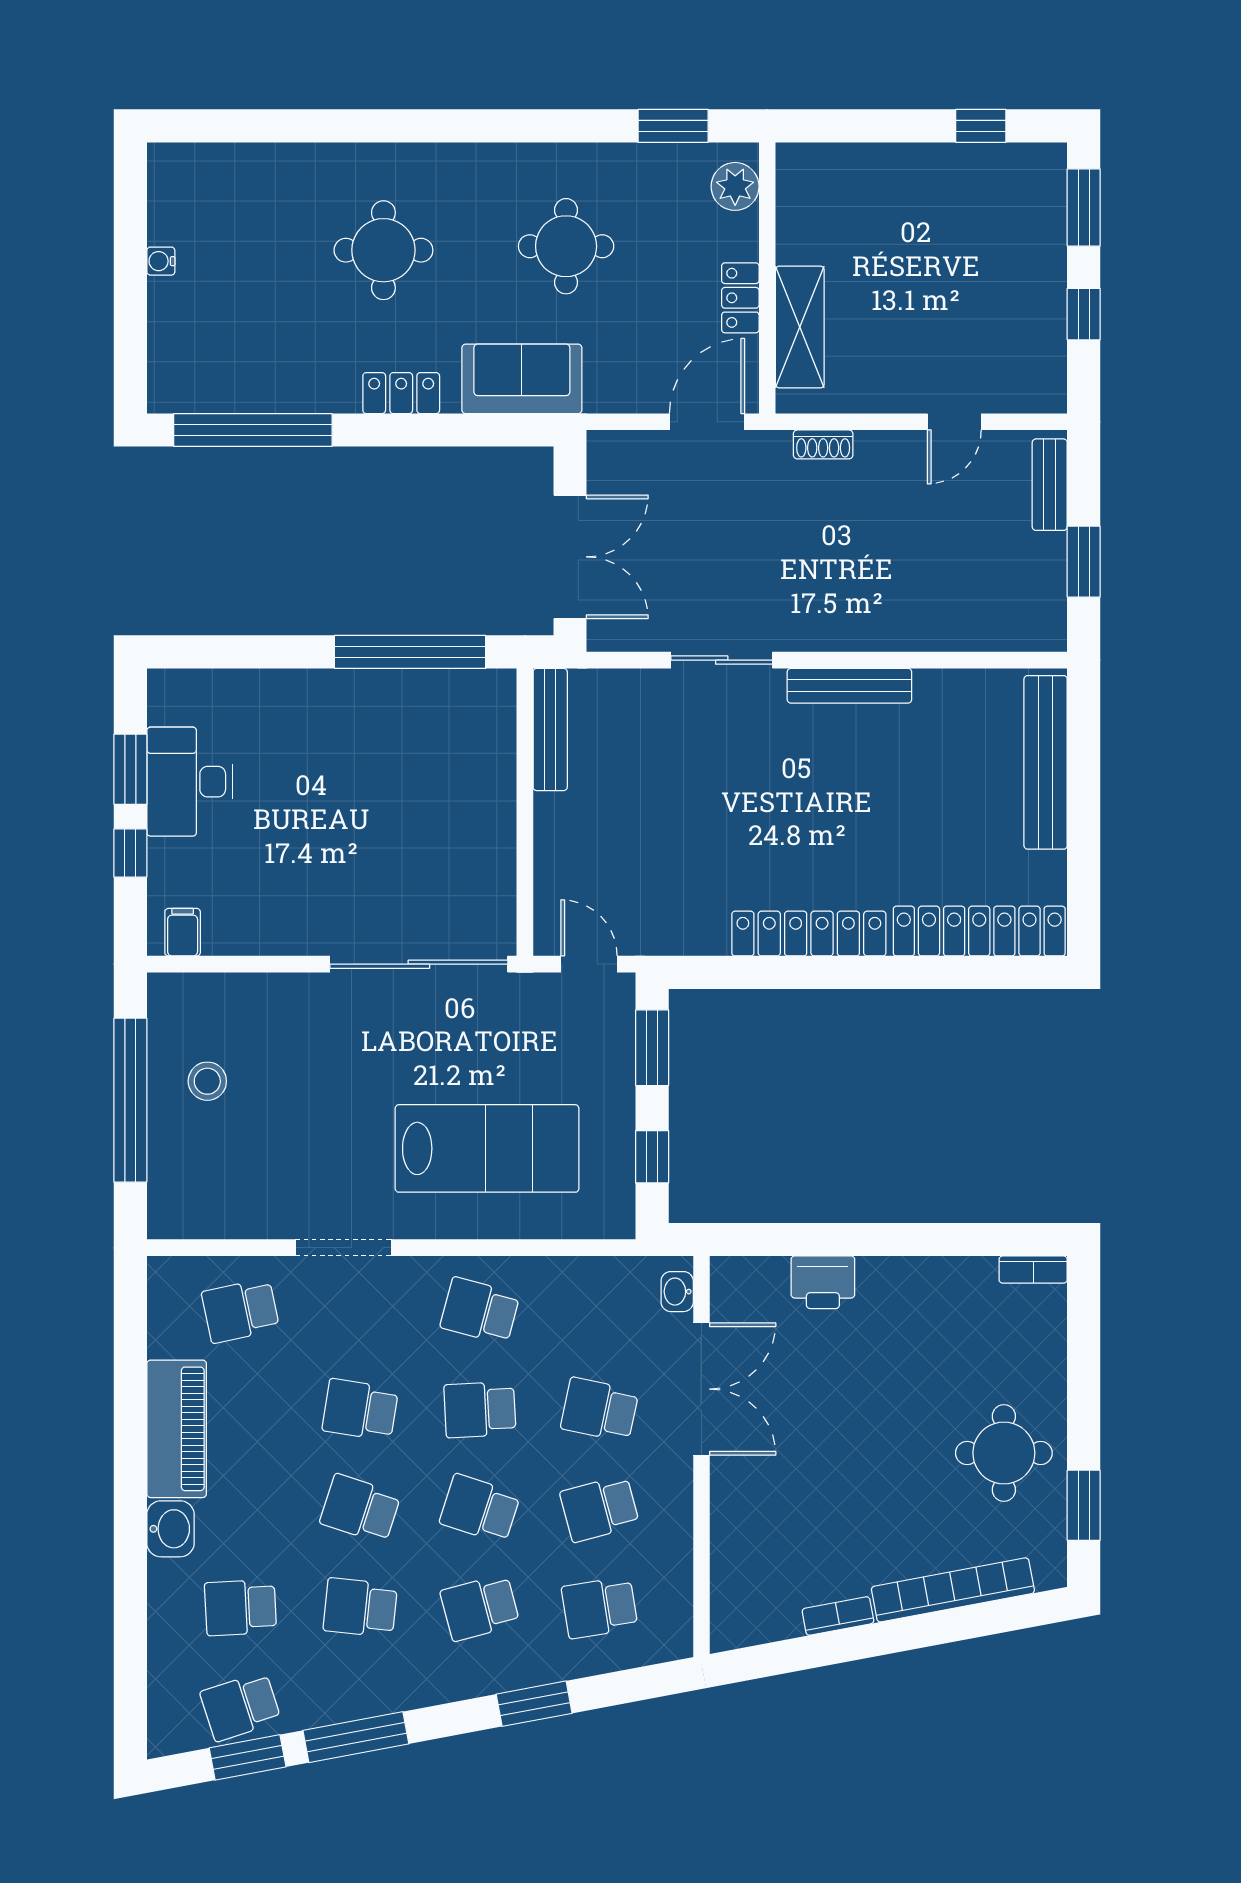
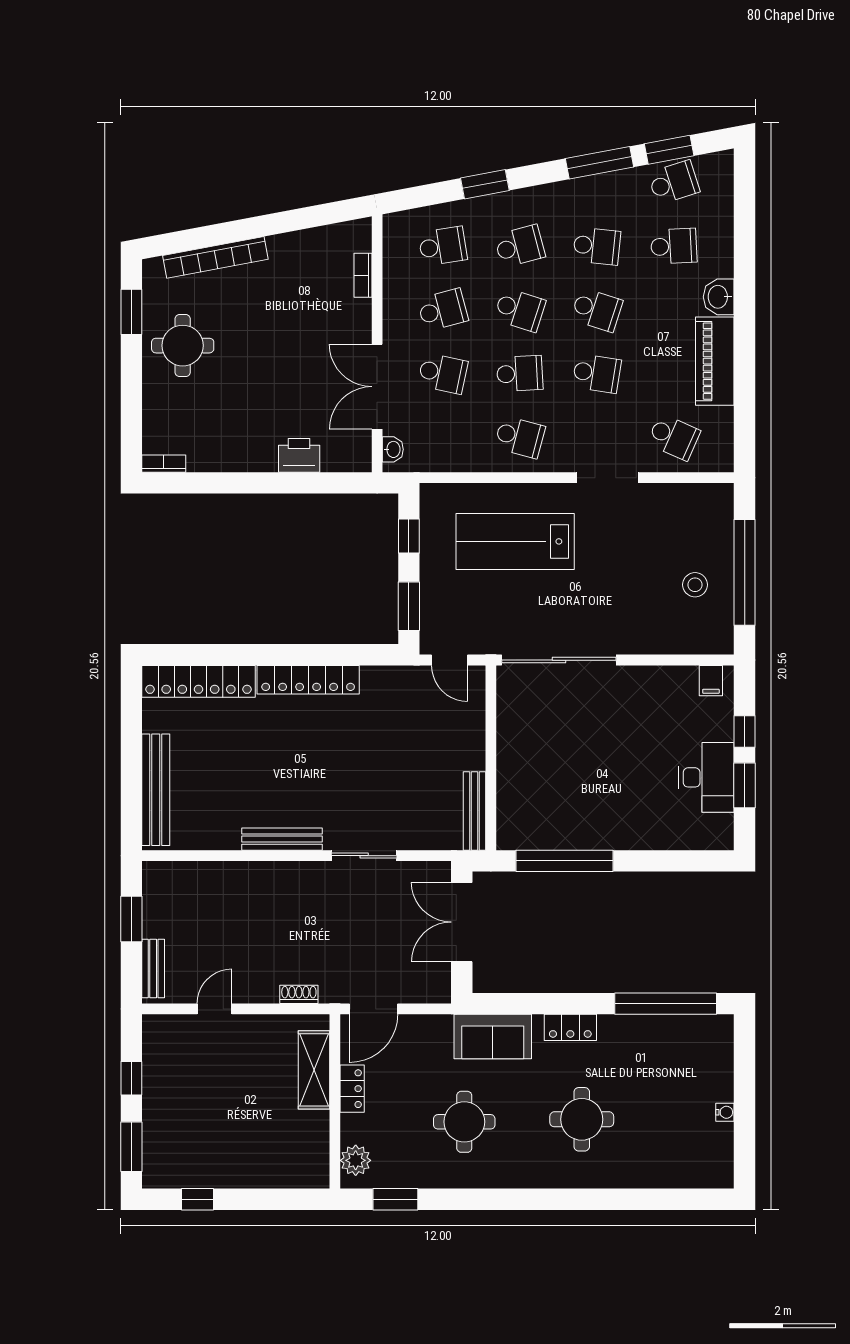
school desk: (240, 1311) -> (674, 437), turned 36
bookcase: (838, 1616) -> (363, 275), moved, turned 101

